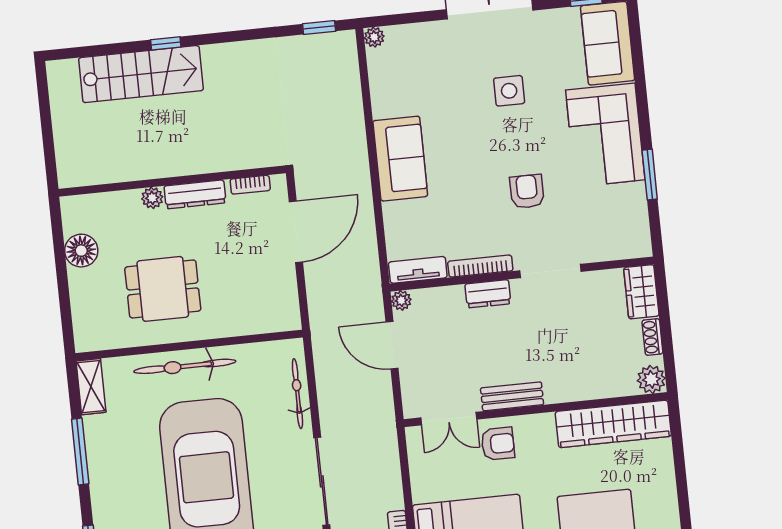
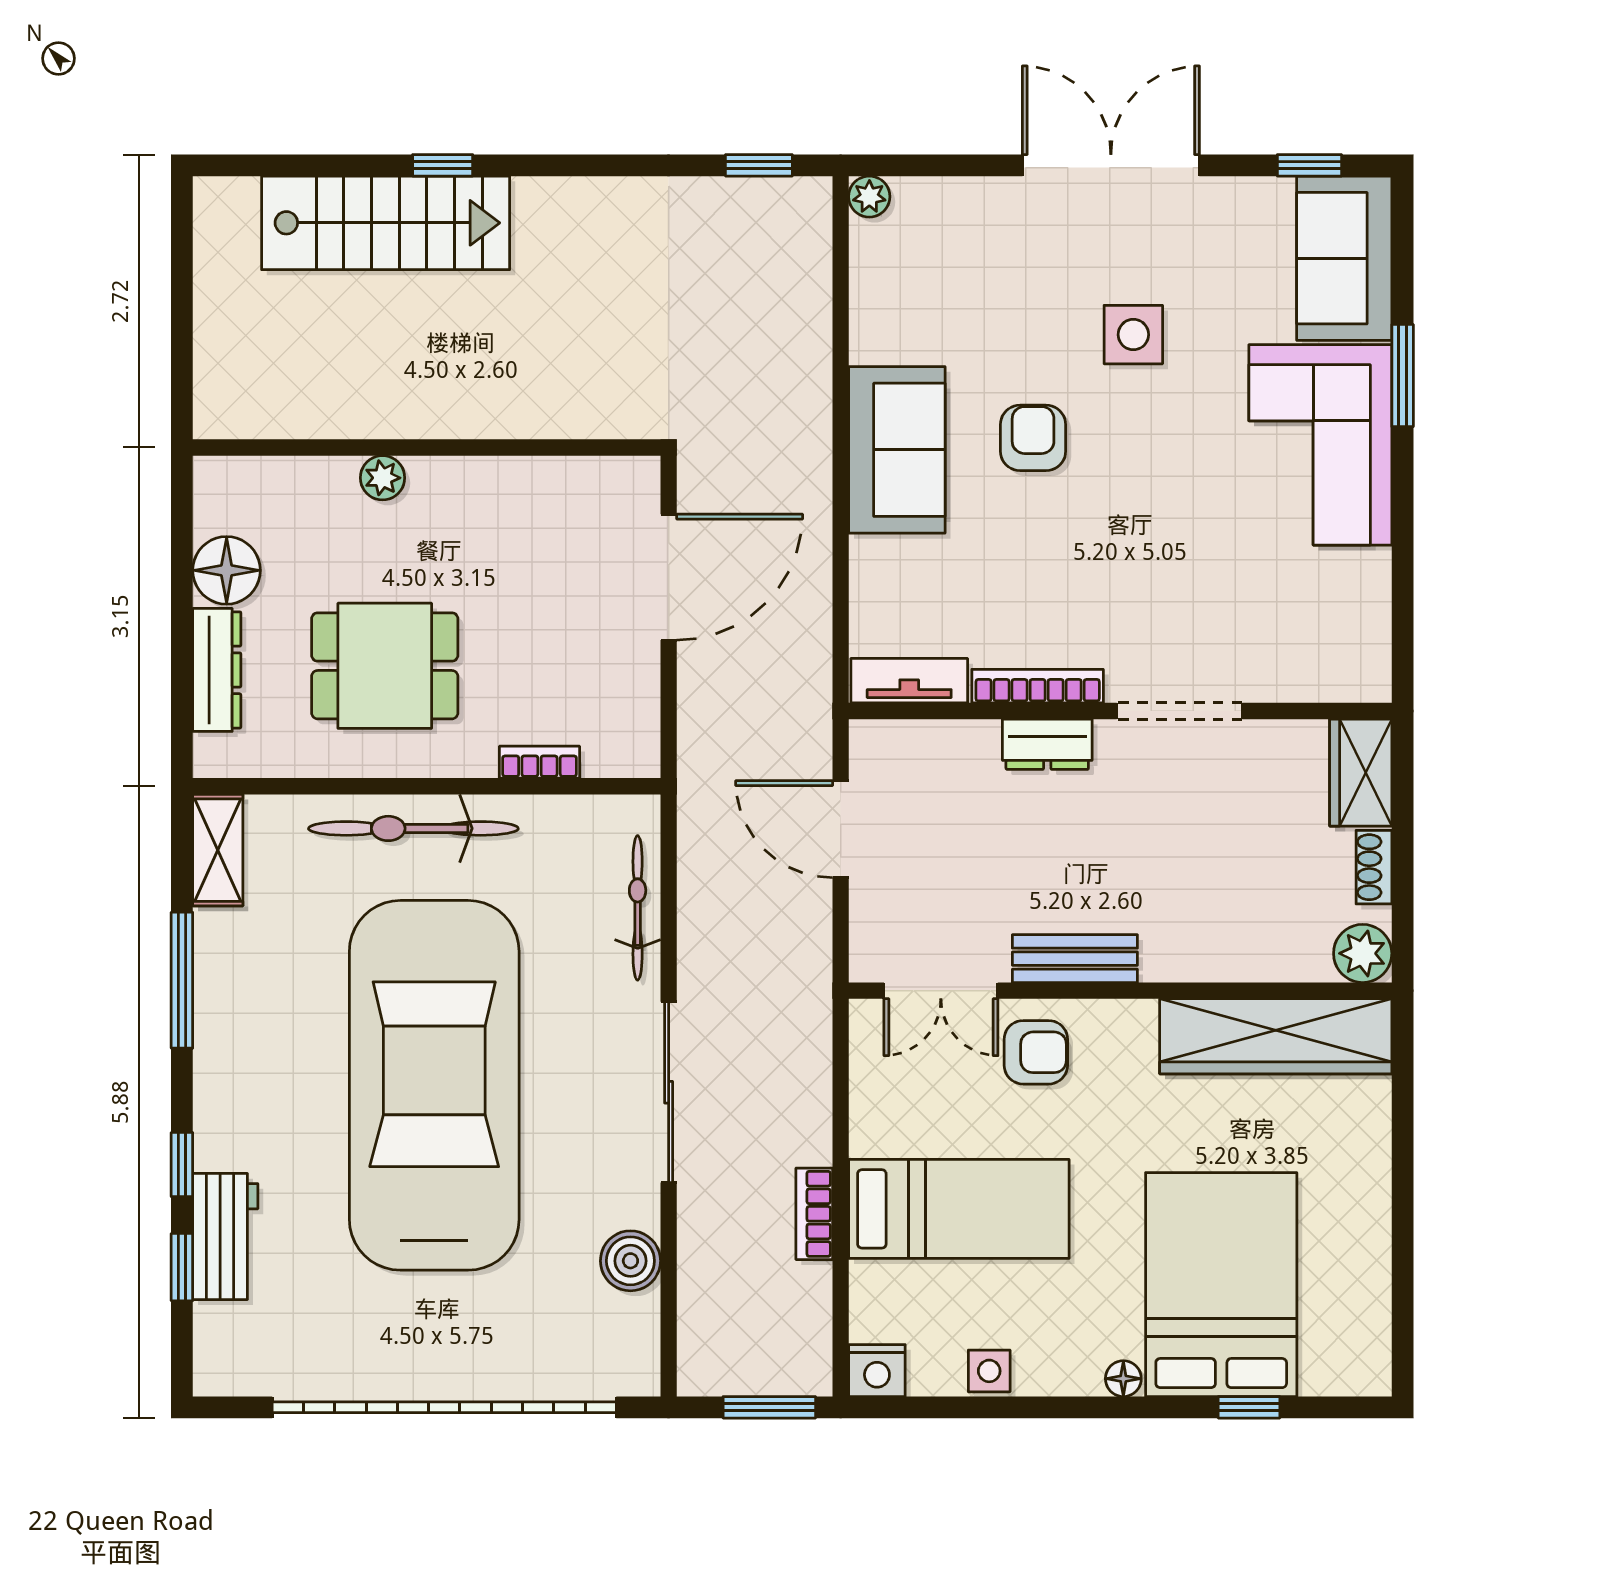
window: (650, 175) -> (1403, 376), moved
bookcase: (250, 185) -> (539, 762), moved, turned 180
armchair: (527, 191) -> (1033, 438), moved
dresser: (195, 194) -> (217, 670), moved, turned -90
plant: (401, 300) -> (869, 740), removed

